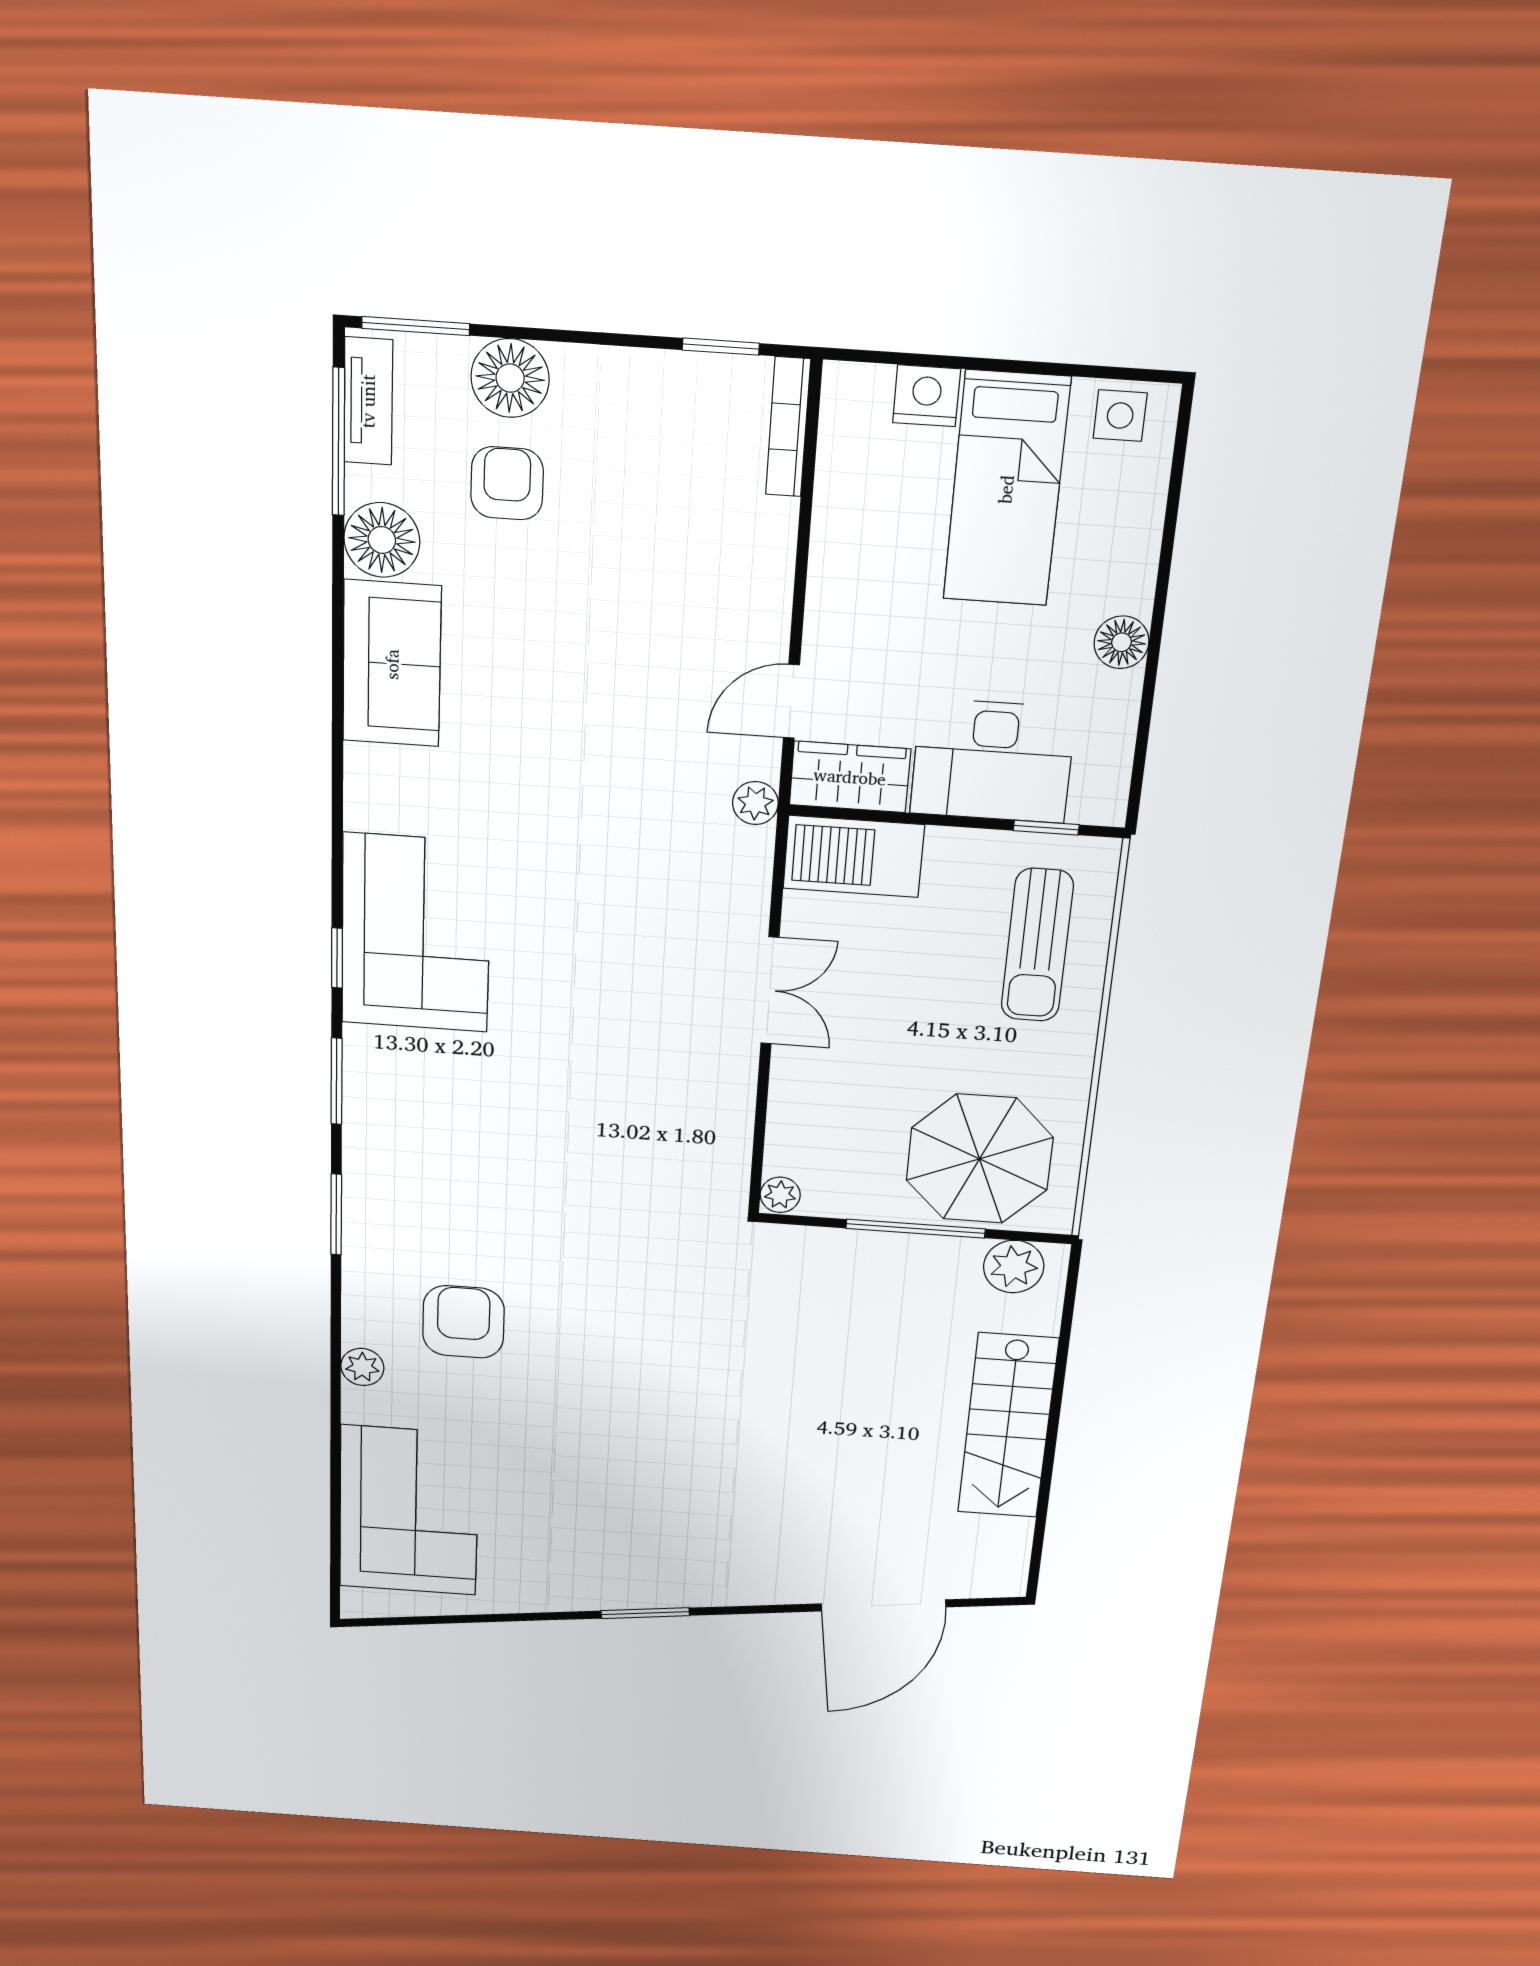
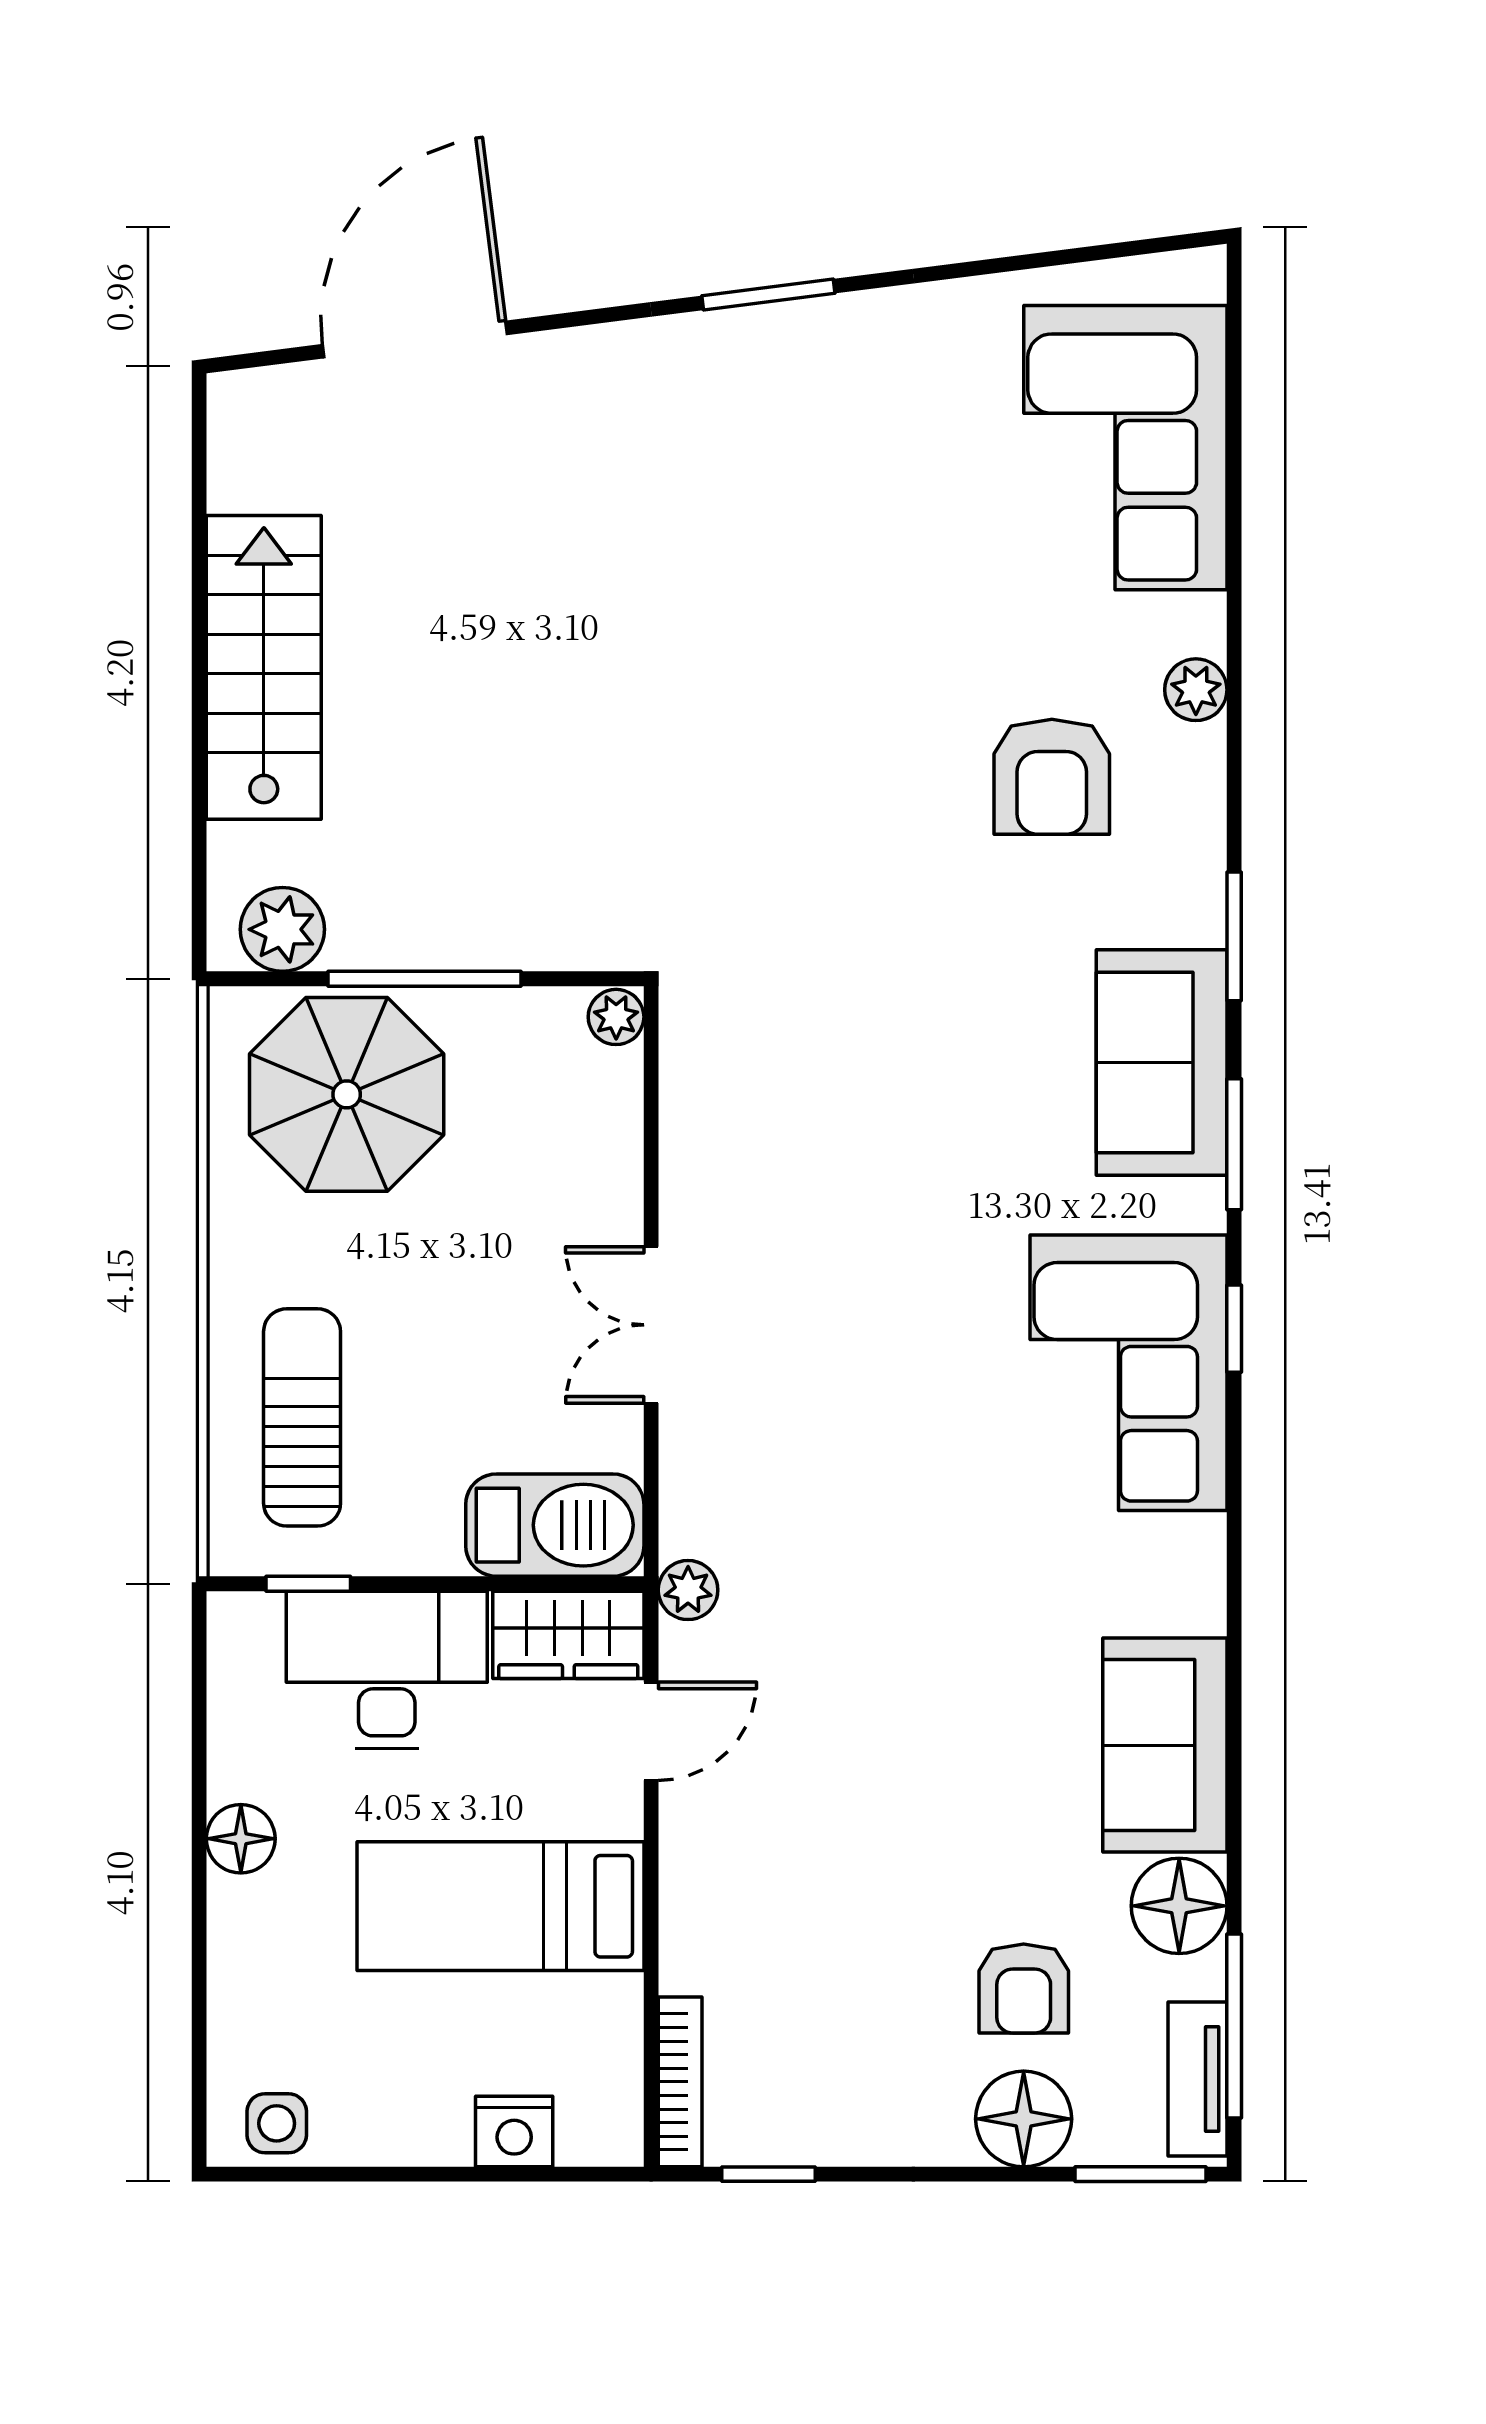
bed: (1006, 489) -> (500, 1906), moved, turned -90
sofa: (389, 1138) -> (1162, 1063), added

